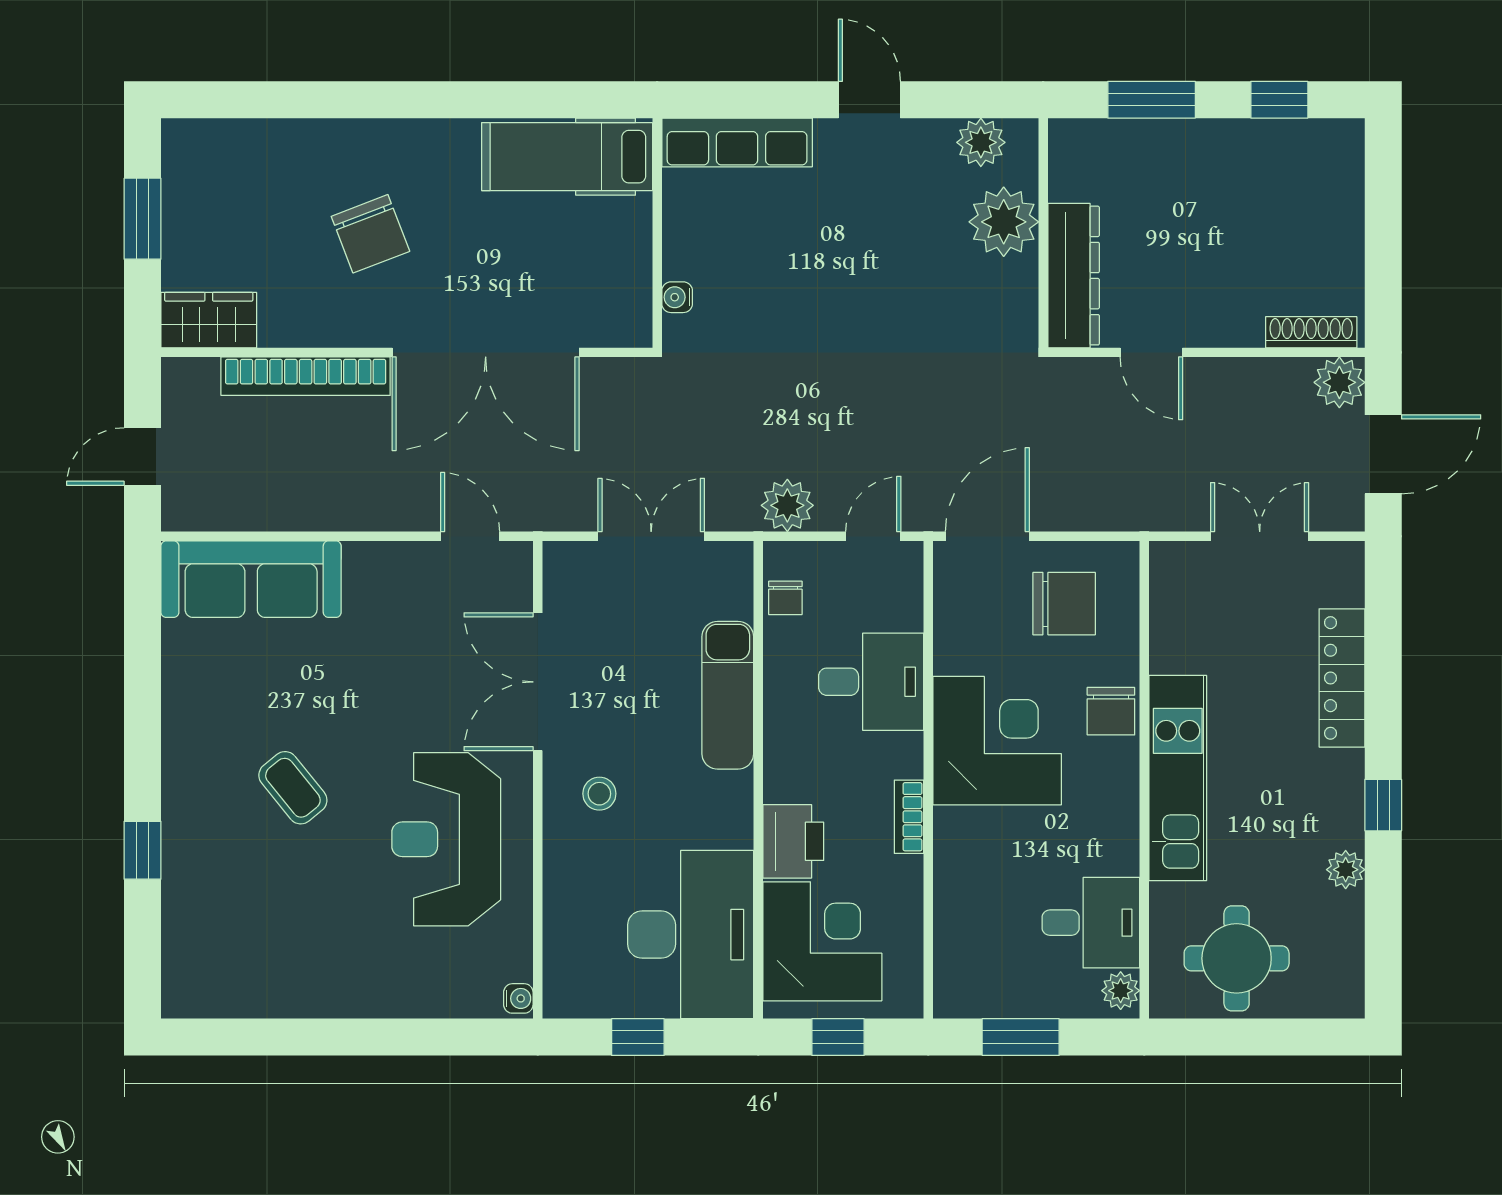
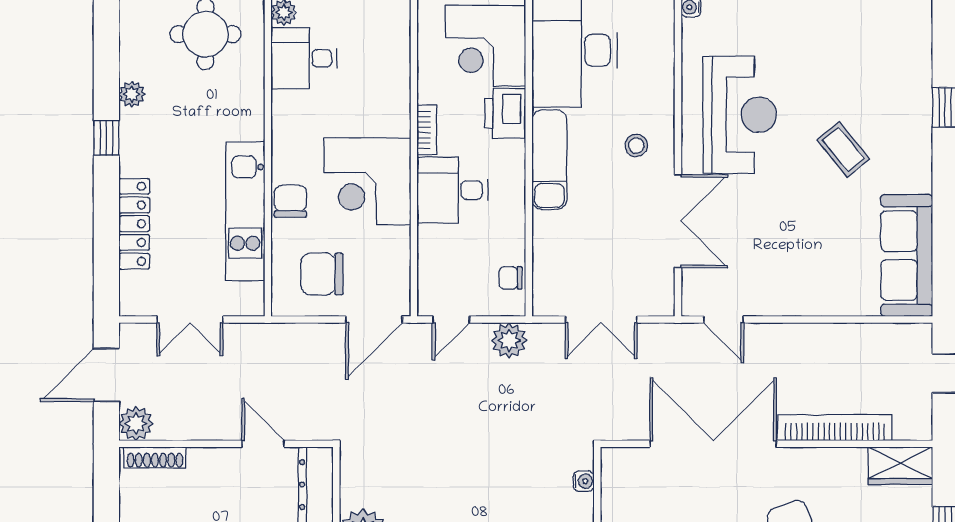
sofa: (251, 579) -> (907, 255), moved, turned -90
chair: (785, 598) -> (510, 278), turned -90
desk: (871, 682) -> (452, 190), moved
exam couch: (728, 695) -> (549, 160), moved
kitchen unit: (1178, 778) -> (245, 211), moved

